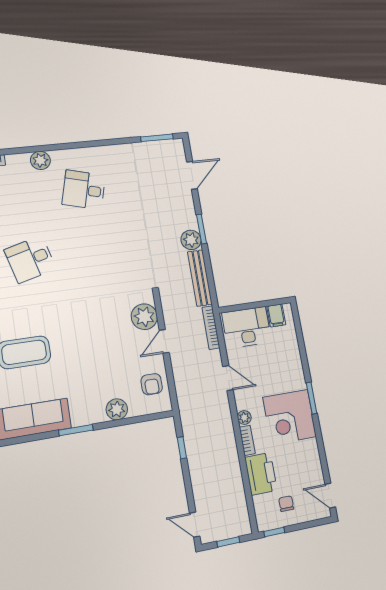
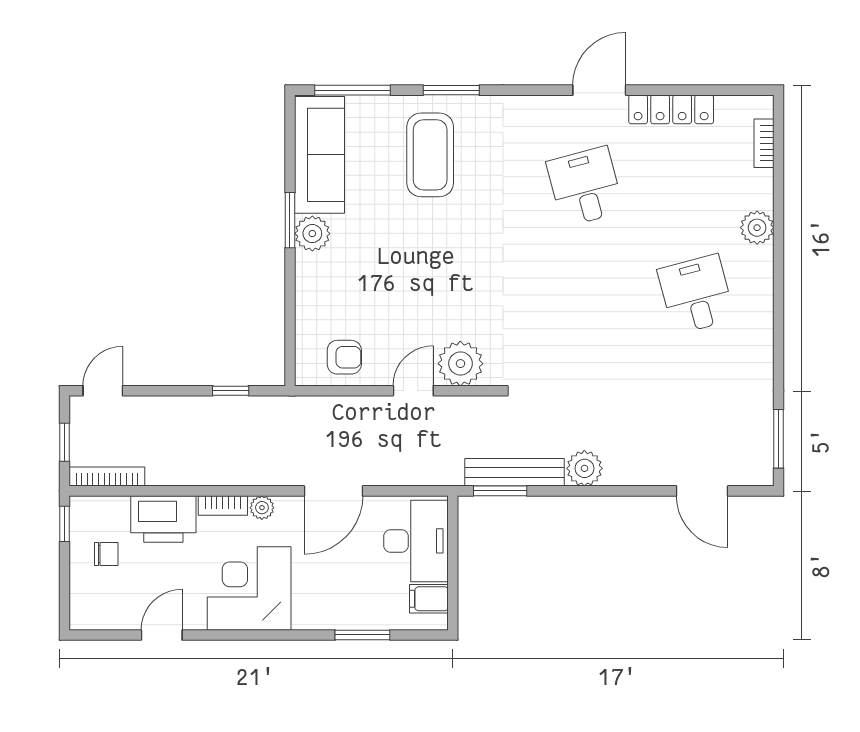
desk: (84, 190) -> (696, 294), turned -30
window: (202, 229) -> (500, 491), moved
bookcase: (211, 328) -> (107, 477), moved
door: (164, 341) -> (413, 391), hinge flipped
door: (228, 378) -> (333, 491), width x1.38
armchair: (152, 384) -> (344, 357), turned 180
window: (312, 398) -> (362, 635), moved
plant: (117, 409) -> (312, 234), moved
door: (330, 496) -> (162, 635), moved

